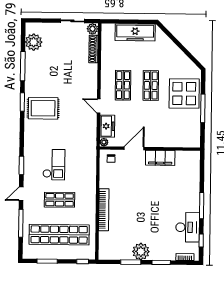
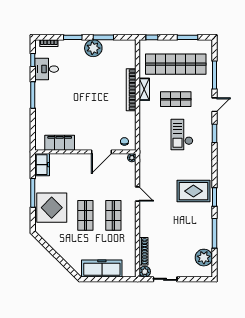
freezer: (107, 126) -> (42, 165), moved, turned 180
filing cabinet: (160, 158) -> (60, 143), moved
shelving: (91, 210) -> (144, 89), added
desk: (188, 227) -> (47, 69), width x0.73

